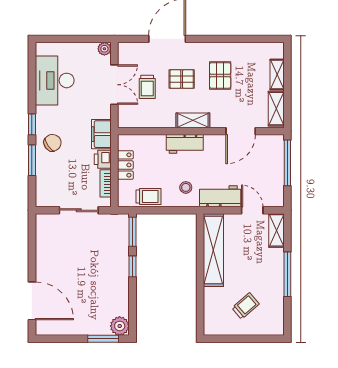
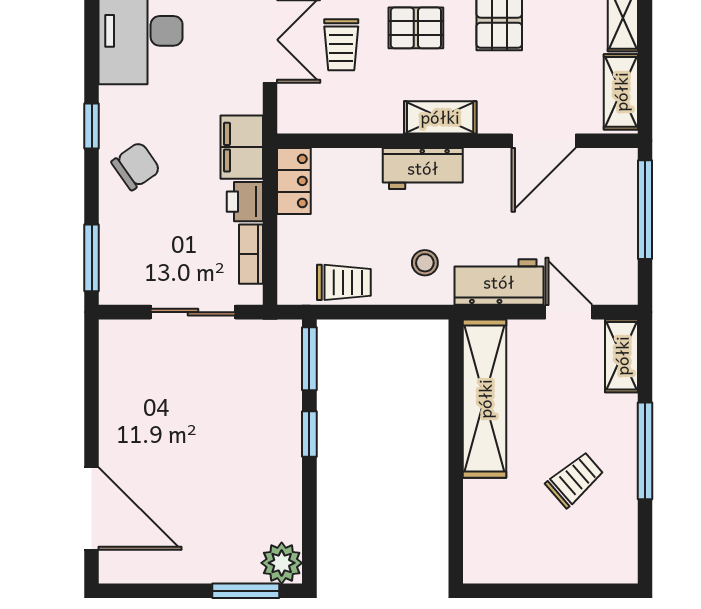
window: (32, 160) -> (92, 258), moved
locker: (125, 165) -> (294, 181), moved
trolley: (246, 306) -> (575, 480), moved

